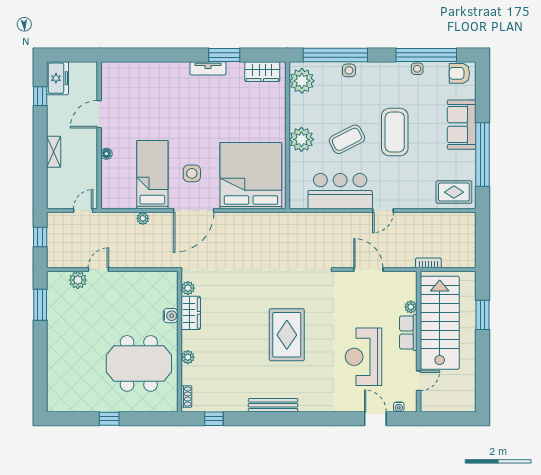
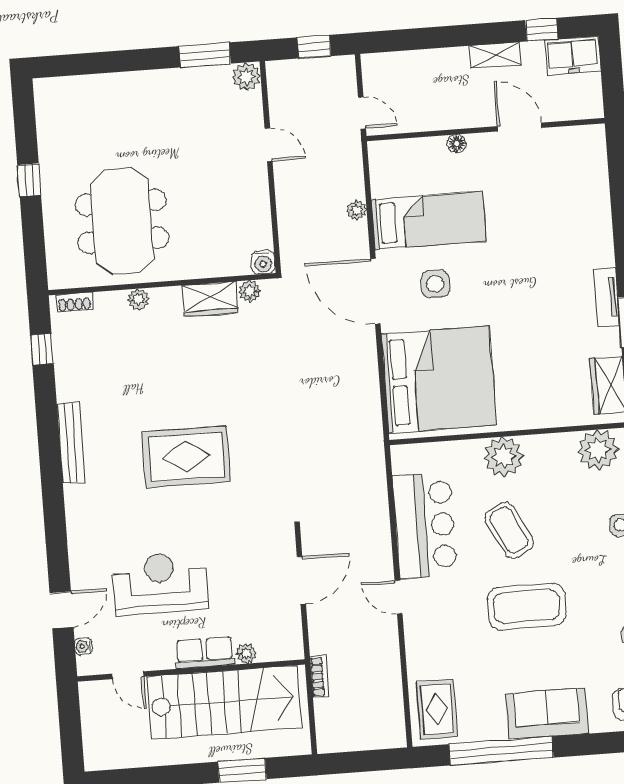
shelving: (54, 152) -> (495, 55), moved
plant: (78, 280) -> (247, 77), moved
water cooler: (171, 316) -> (263, 262), moved

